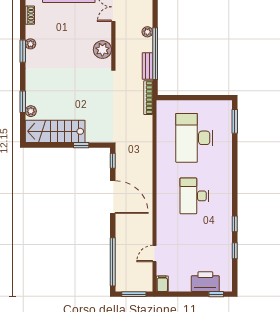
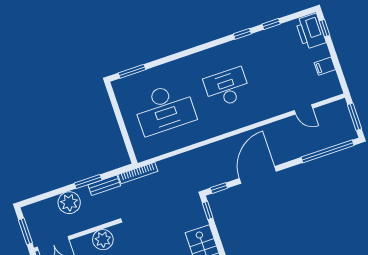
plant: (147, 32) -> (69, 203), width x1.88, depth x1.88
window: (155, 54) -> (88, 182), width x0.47
window: (81, 145) -> (208, 210), moved
desk: (194, 196) -> (227, 88), turned 180
printer: (205, 282) -> (311, 31), moved
filing cabinet: (162, 284) -> (325, 66), moved

